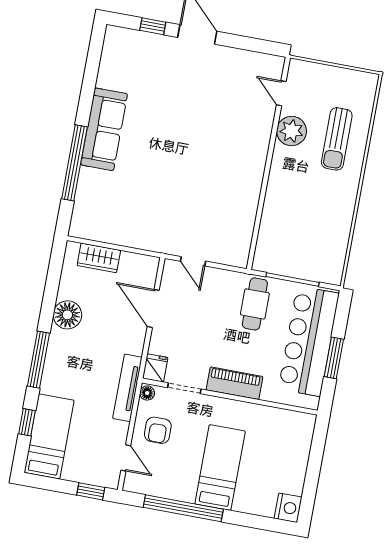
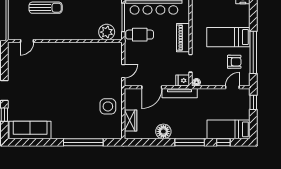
sofa: (104, 129) -> (30, 130), moved
plant: (292, 131) -> (107, 32), moved
side table: (133, 221) -> (108, 106), added
tv unit: (127, 388) -> (180, 93), moved
armchair: (158, 430) -> (234, 62), moved

